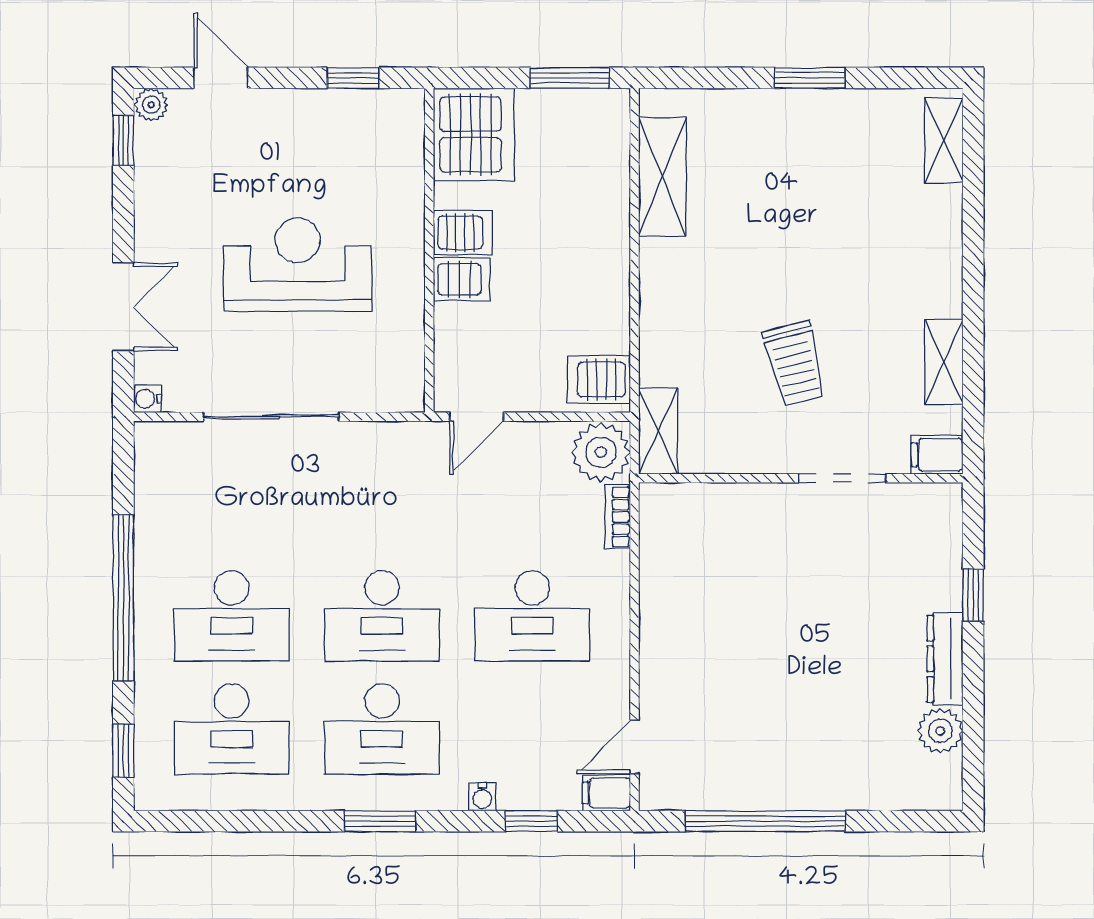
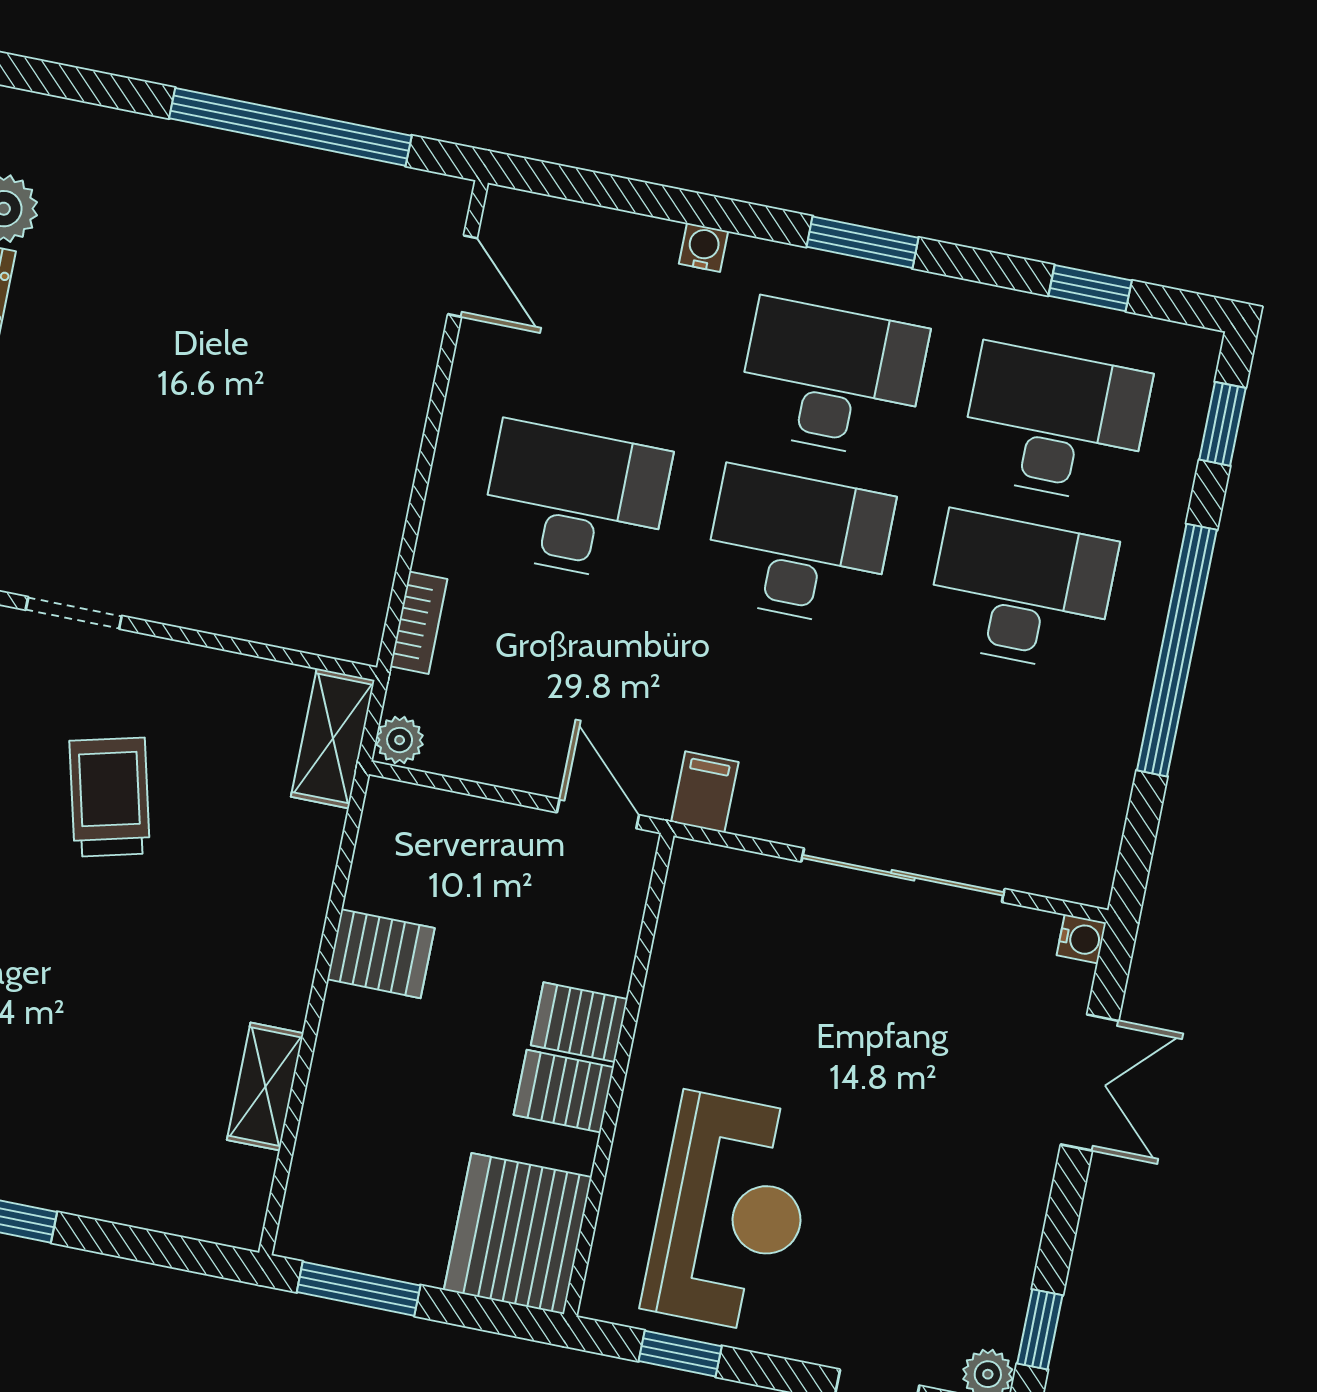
shelving: (662, 177) -> (265, 1087), width x0.67, depth x0.75
reception desk: (298, 265) -> (731, 1213), moved, turned -90
double door: (123, 307) -> (1090, 1083), swing flipped
server rack: (599, 380) -> (381, 954), moved
door: (477, 417) -> (598, 814), hinge flipped
plant: (601, 452) -> (400, 740), width x0.53, depth x0.53
doorway: (842, 478) -> (74, 613), width x0.73
door: (634, 747) -> (463, 276), hinge flipped
filing cabinet: (606, 793) -> (705, 792), moved, turned -90
window: (531, 821) -> (1090, 288), moved

